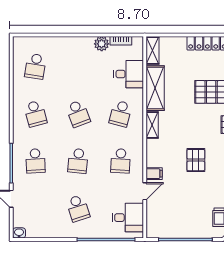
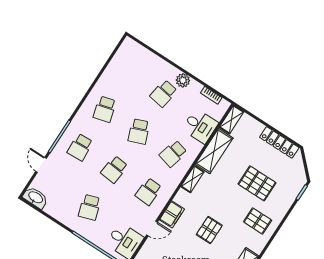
plant: (102, 44) -> (183, 80), moved
school desk: (35, 66) -> (164, 93), moved
filing cabinet: (154, 174) -> (172, 214), width x2.00
washbasin: (19, 233) -> (35, 198), width x1.91, depth x1.45

